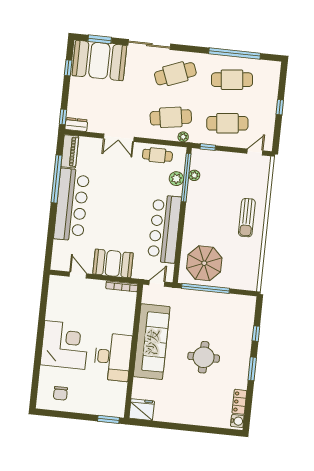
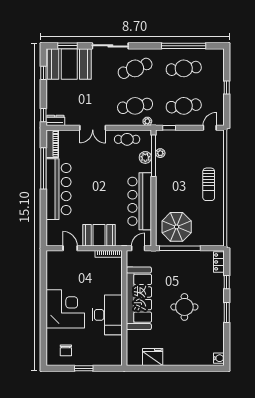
locker: (239, 402) -> (219, 262), moved
fridge: (142, 410) -> (153, 357), moved
window: (108, 419) -> (84, 368), moved

